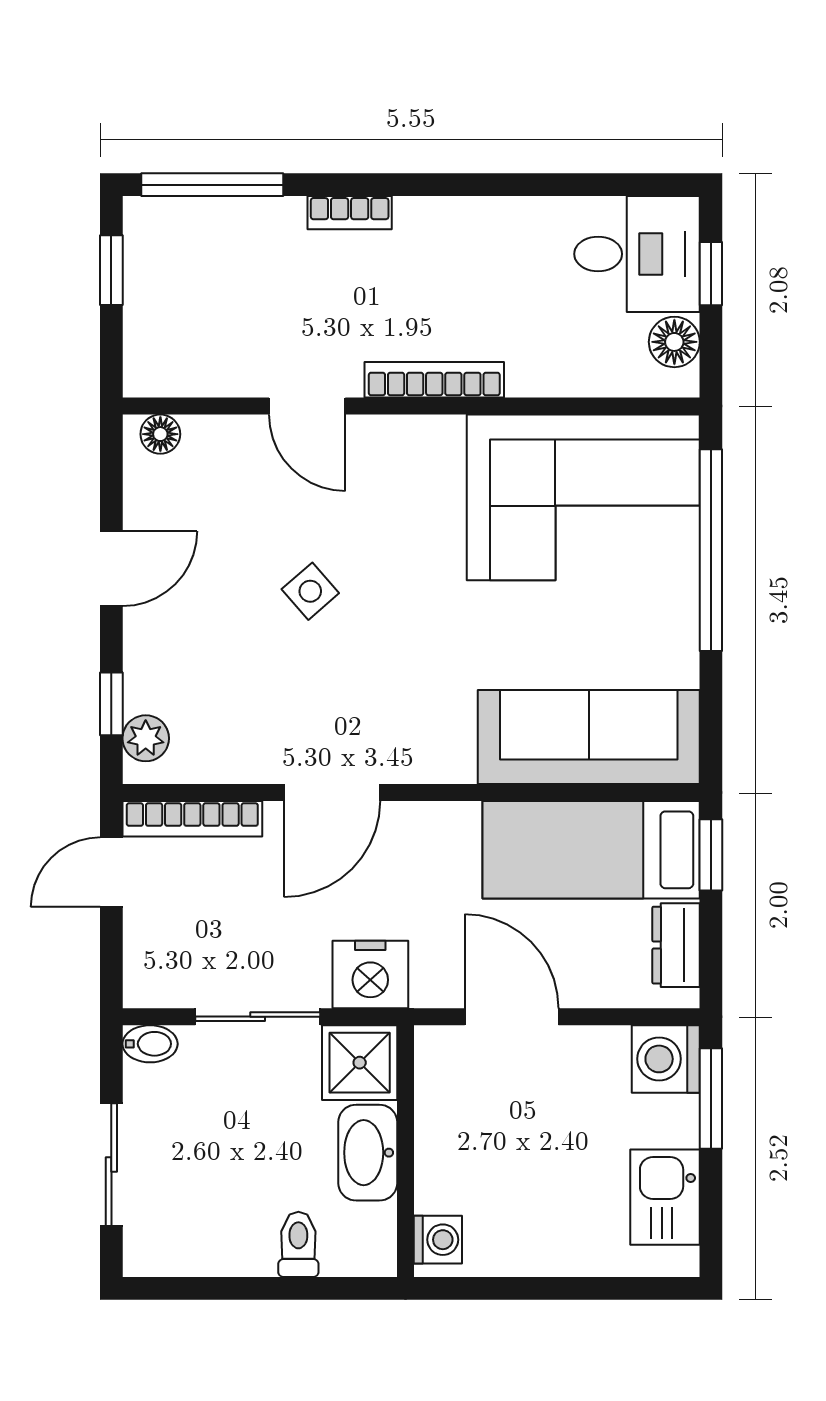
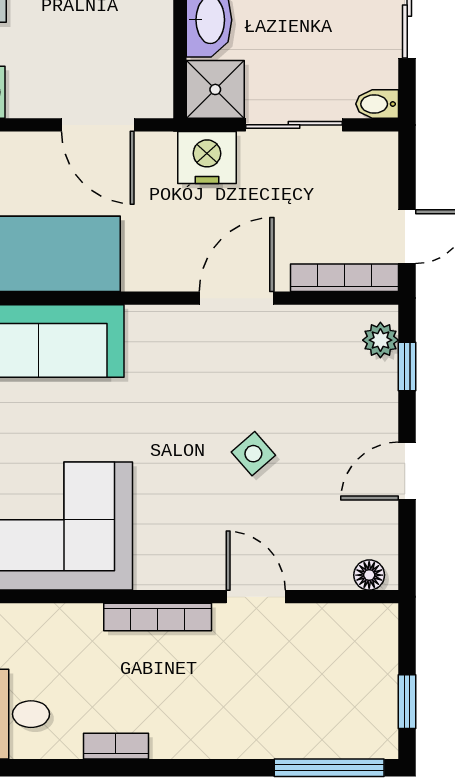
bookcase: (350, 213) -> (116, 746), moved

